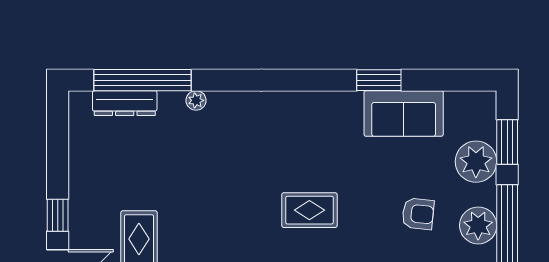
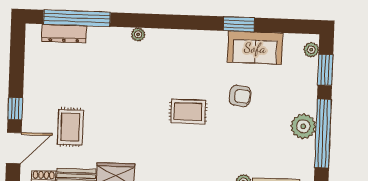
plant: (196, 100) -> (138, 34), moved
plant: (476, 162) -> (311, 50), moved, width x0.53, depth x0.53
armchair: (418, 214) -> (240, 96), moved

